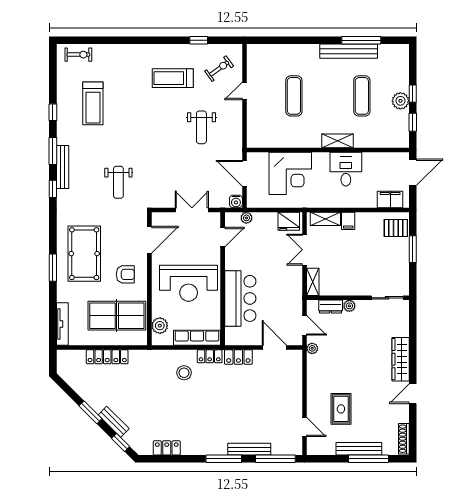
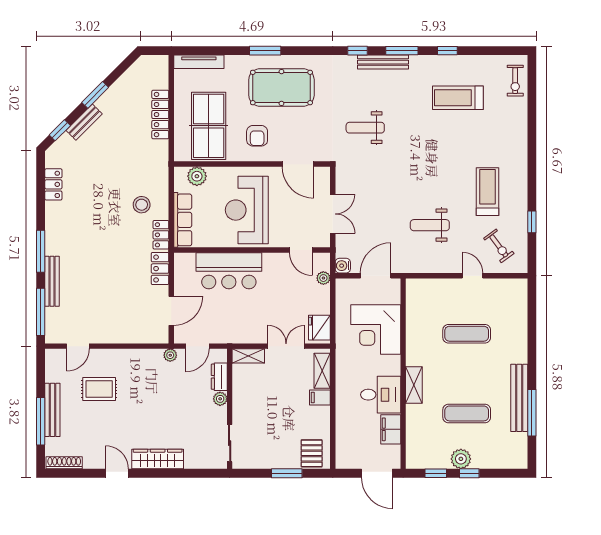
filing cabinet: (390, 199) -> (391, 429), moved, turned 180

